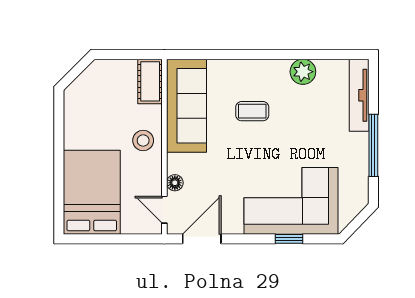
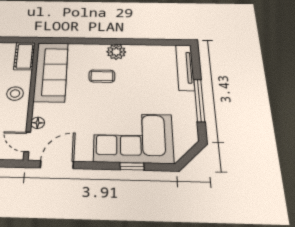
plant: (303, 72) -> (116, 52), moved

